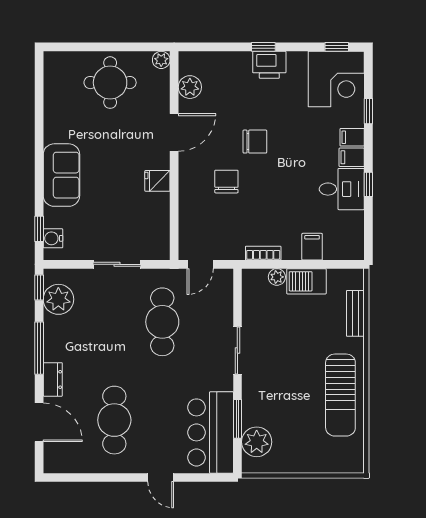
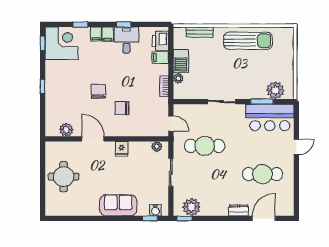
plant: (161, 60) -> (157, 146), moved
printer: (269, 65) -> (160, 41), moved, turned 180
window: (39, 348) -> (220, 218), removed

